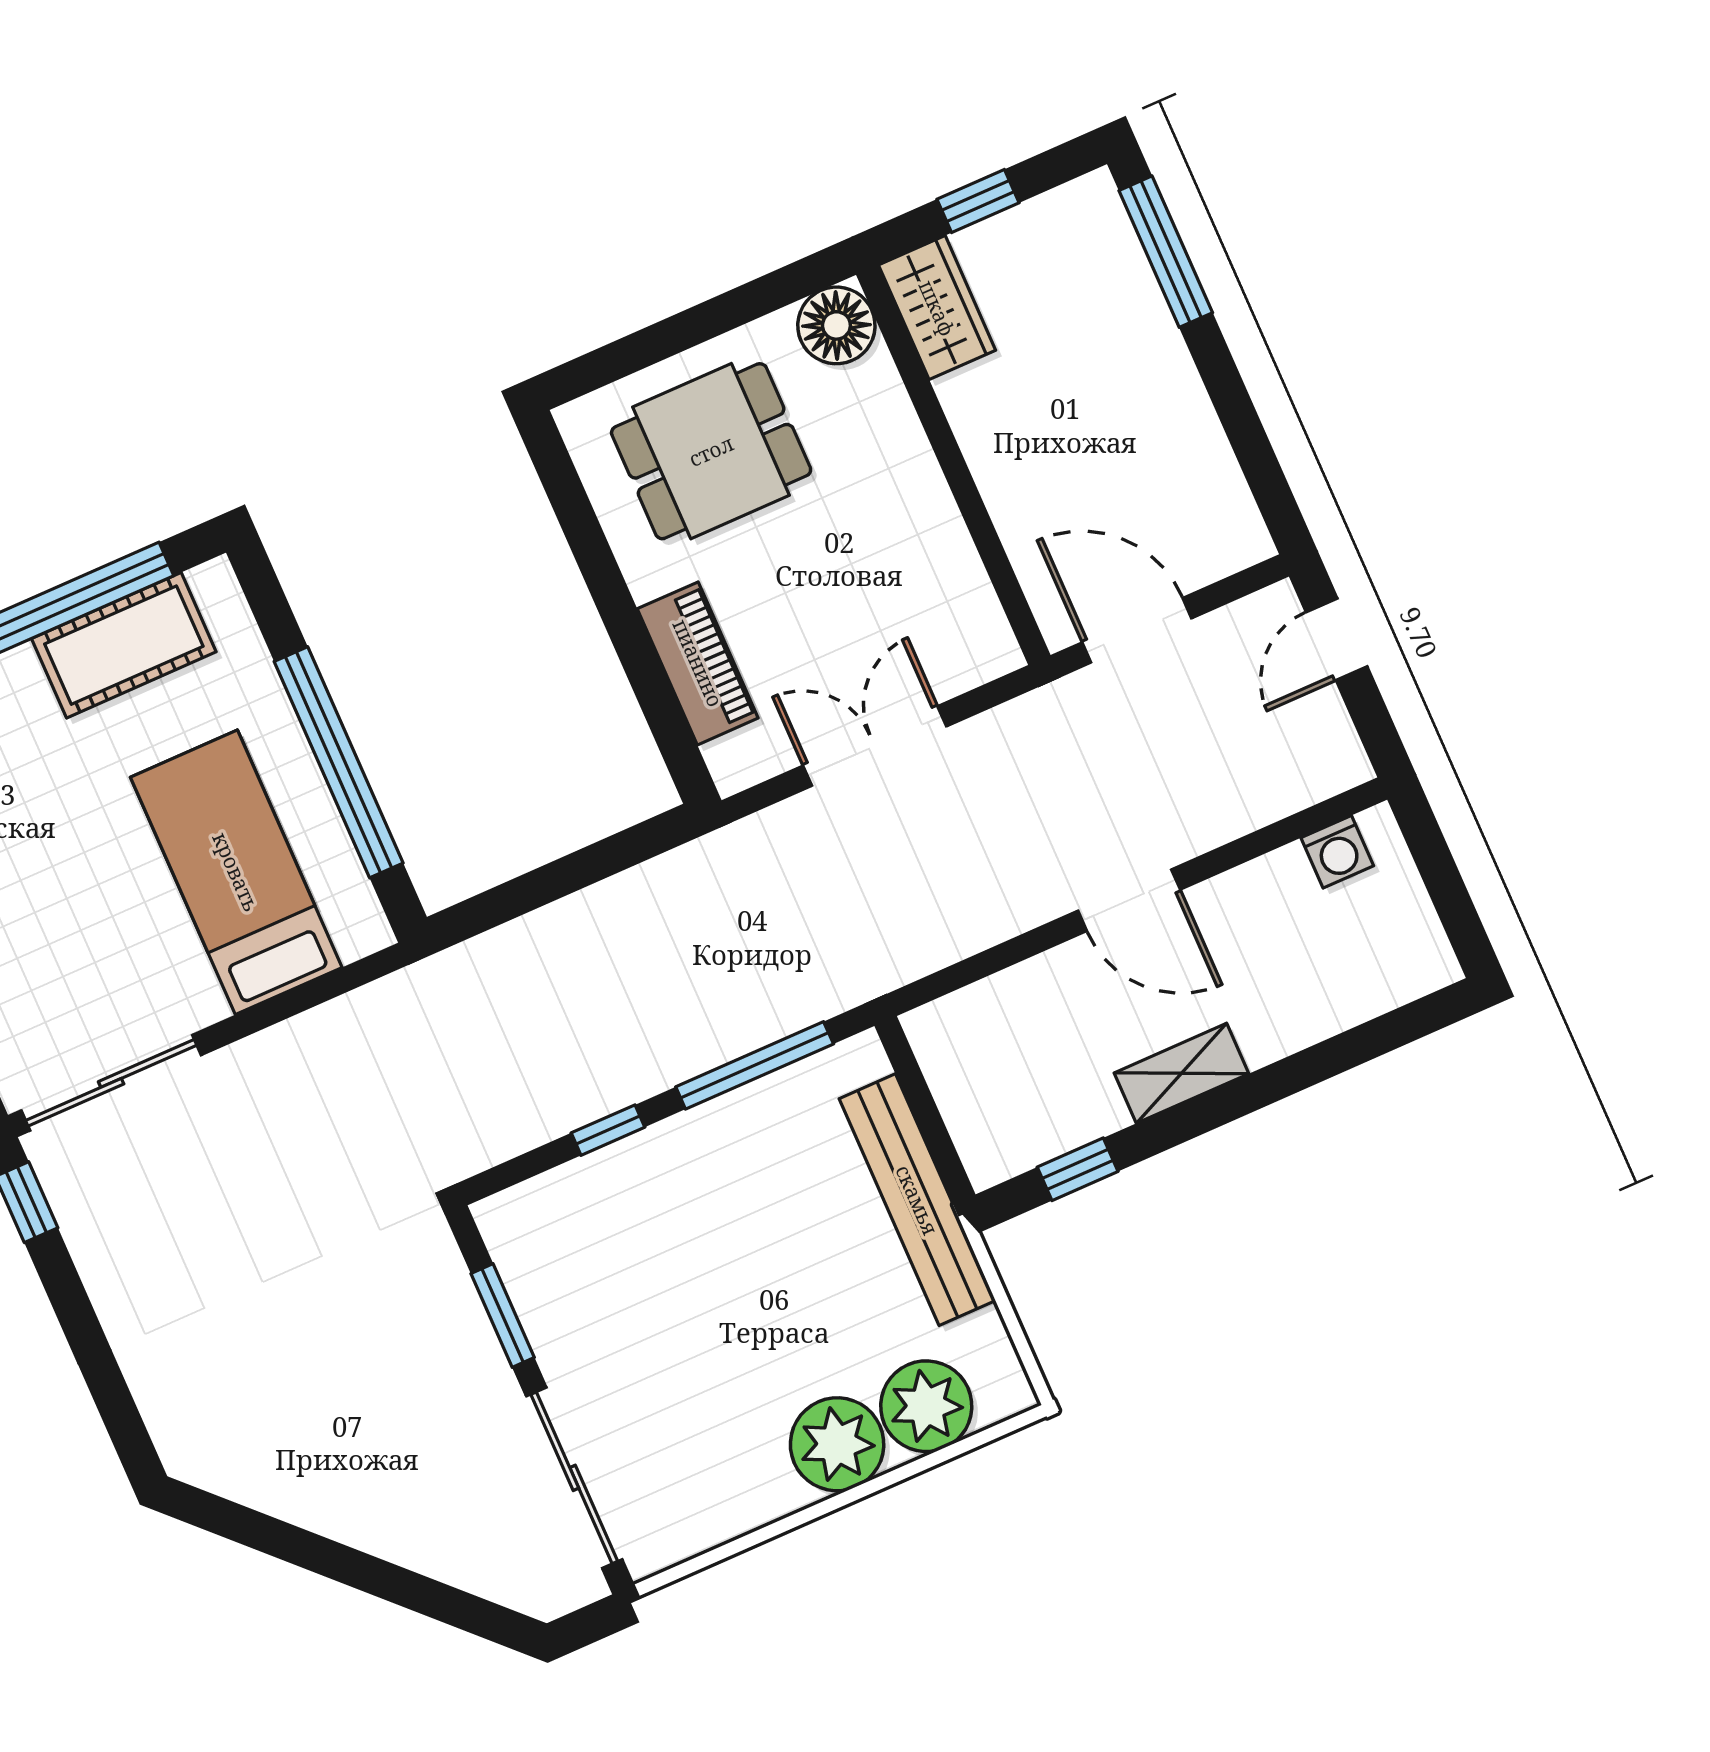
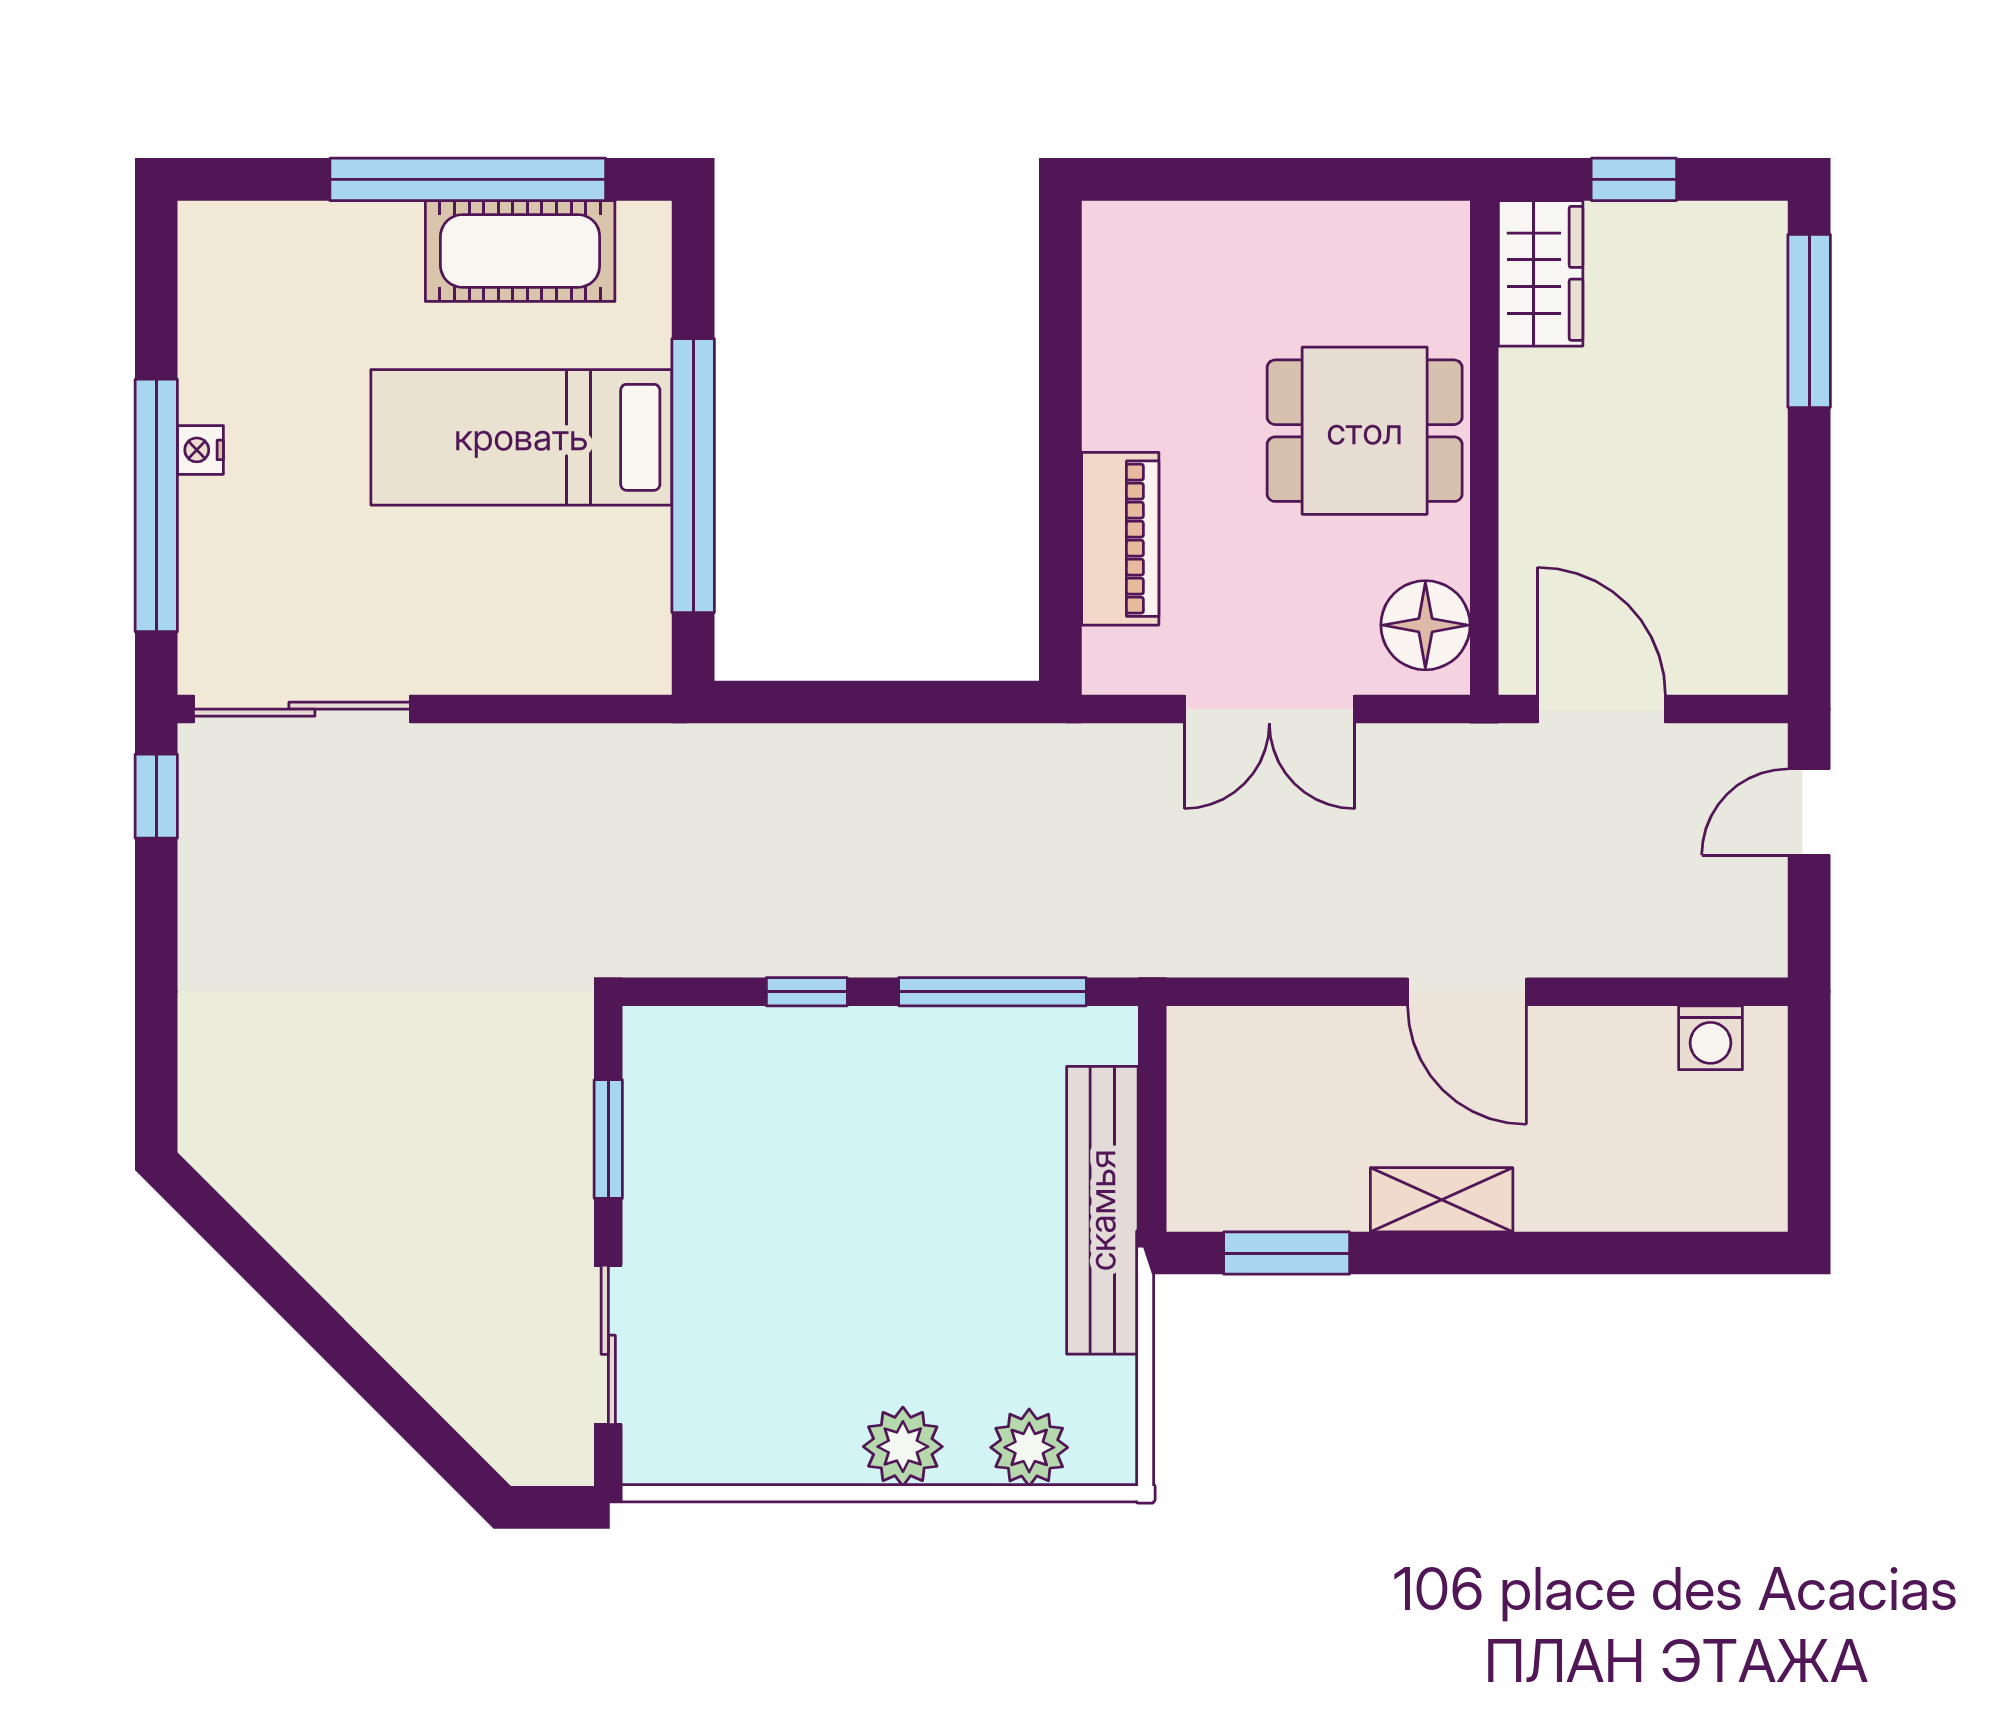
floor lamp: (836, 325) -> (1425, 625), moved
dining table: (711, 451) -> (1365, 431), moved
double door: (875, 746) -> (1269, 709), swing flipped
bed: (236, 872) -> (521, 437), moved, turned -90
window: (1078, 1169) -> (1287, 1253), width x1.50
plant: (926, 1406) -> (1029, 1447), width x0.73, depth x0.73
plant: (837, 1444) -> (903, 1447), width x0.73, depth x0.73
sliding door: (574, 1478) -> (608, 1345), width x0.73

